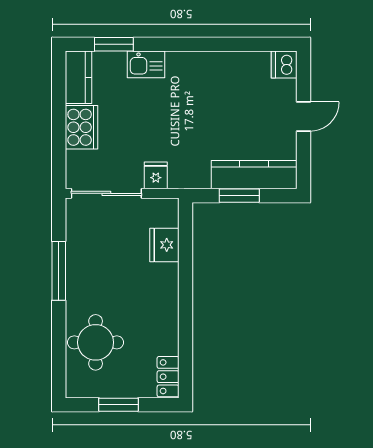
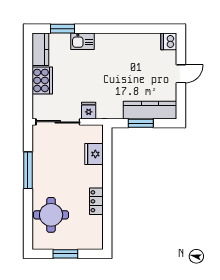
locker: (168, 377) -> (96, 201), moved

